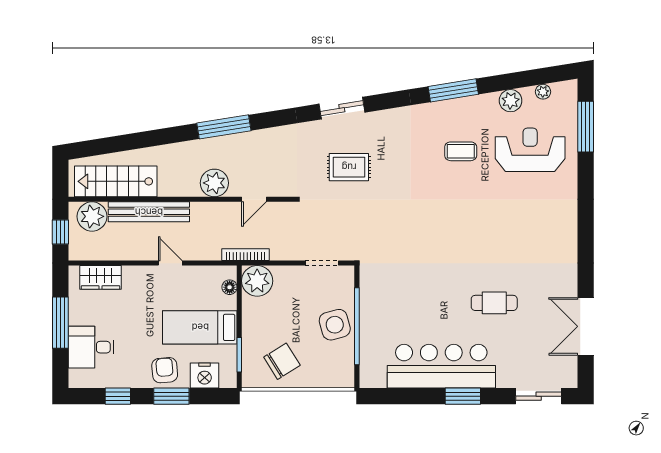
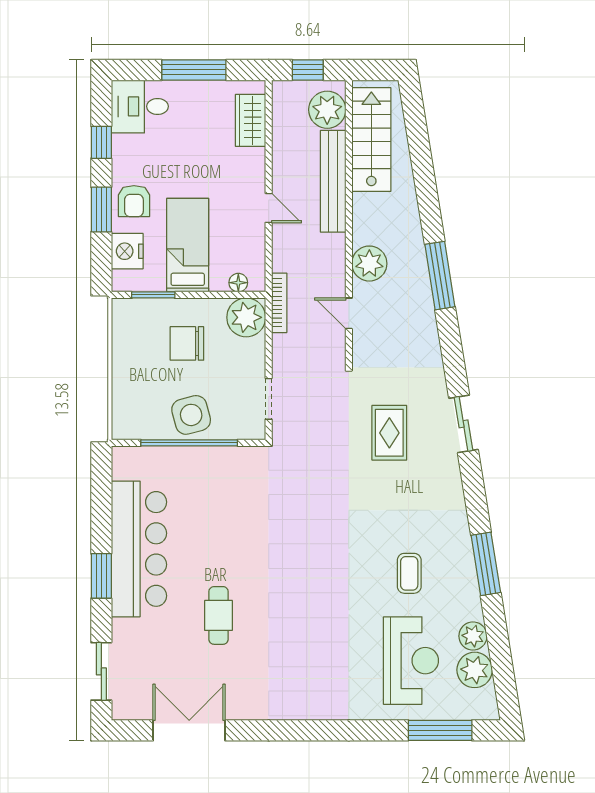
plant: (543, 92) -> (475, 670), width x1.88, depth x1.88
door: (170, 263) -> (269, 208), hinge flipped
desk: (91, 347) -> (140, 106), moved, turned -90
chair: (282, 361) -> (187, 343), moved, turned 122
armchair: (165, 370) -> (134, 201), turned 95

